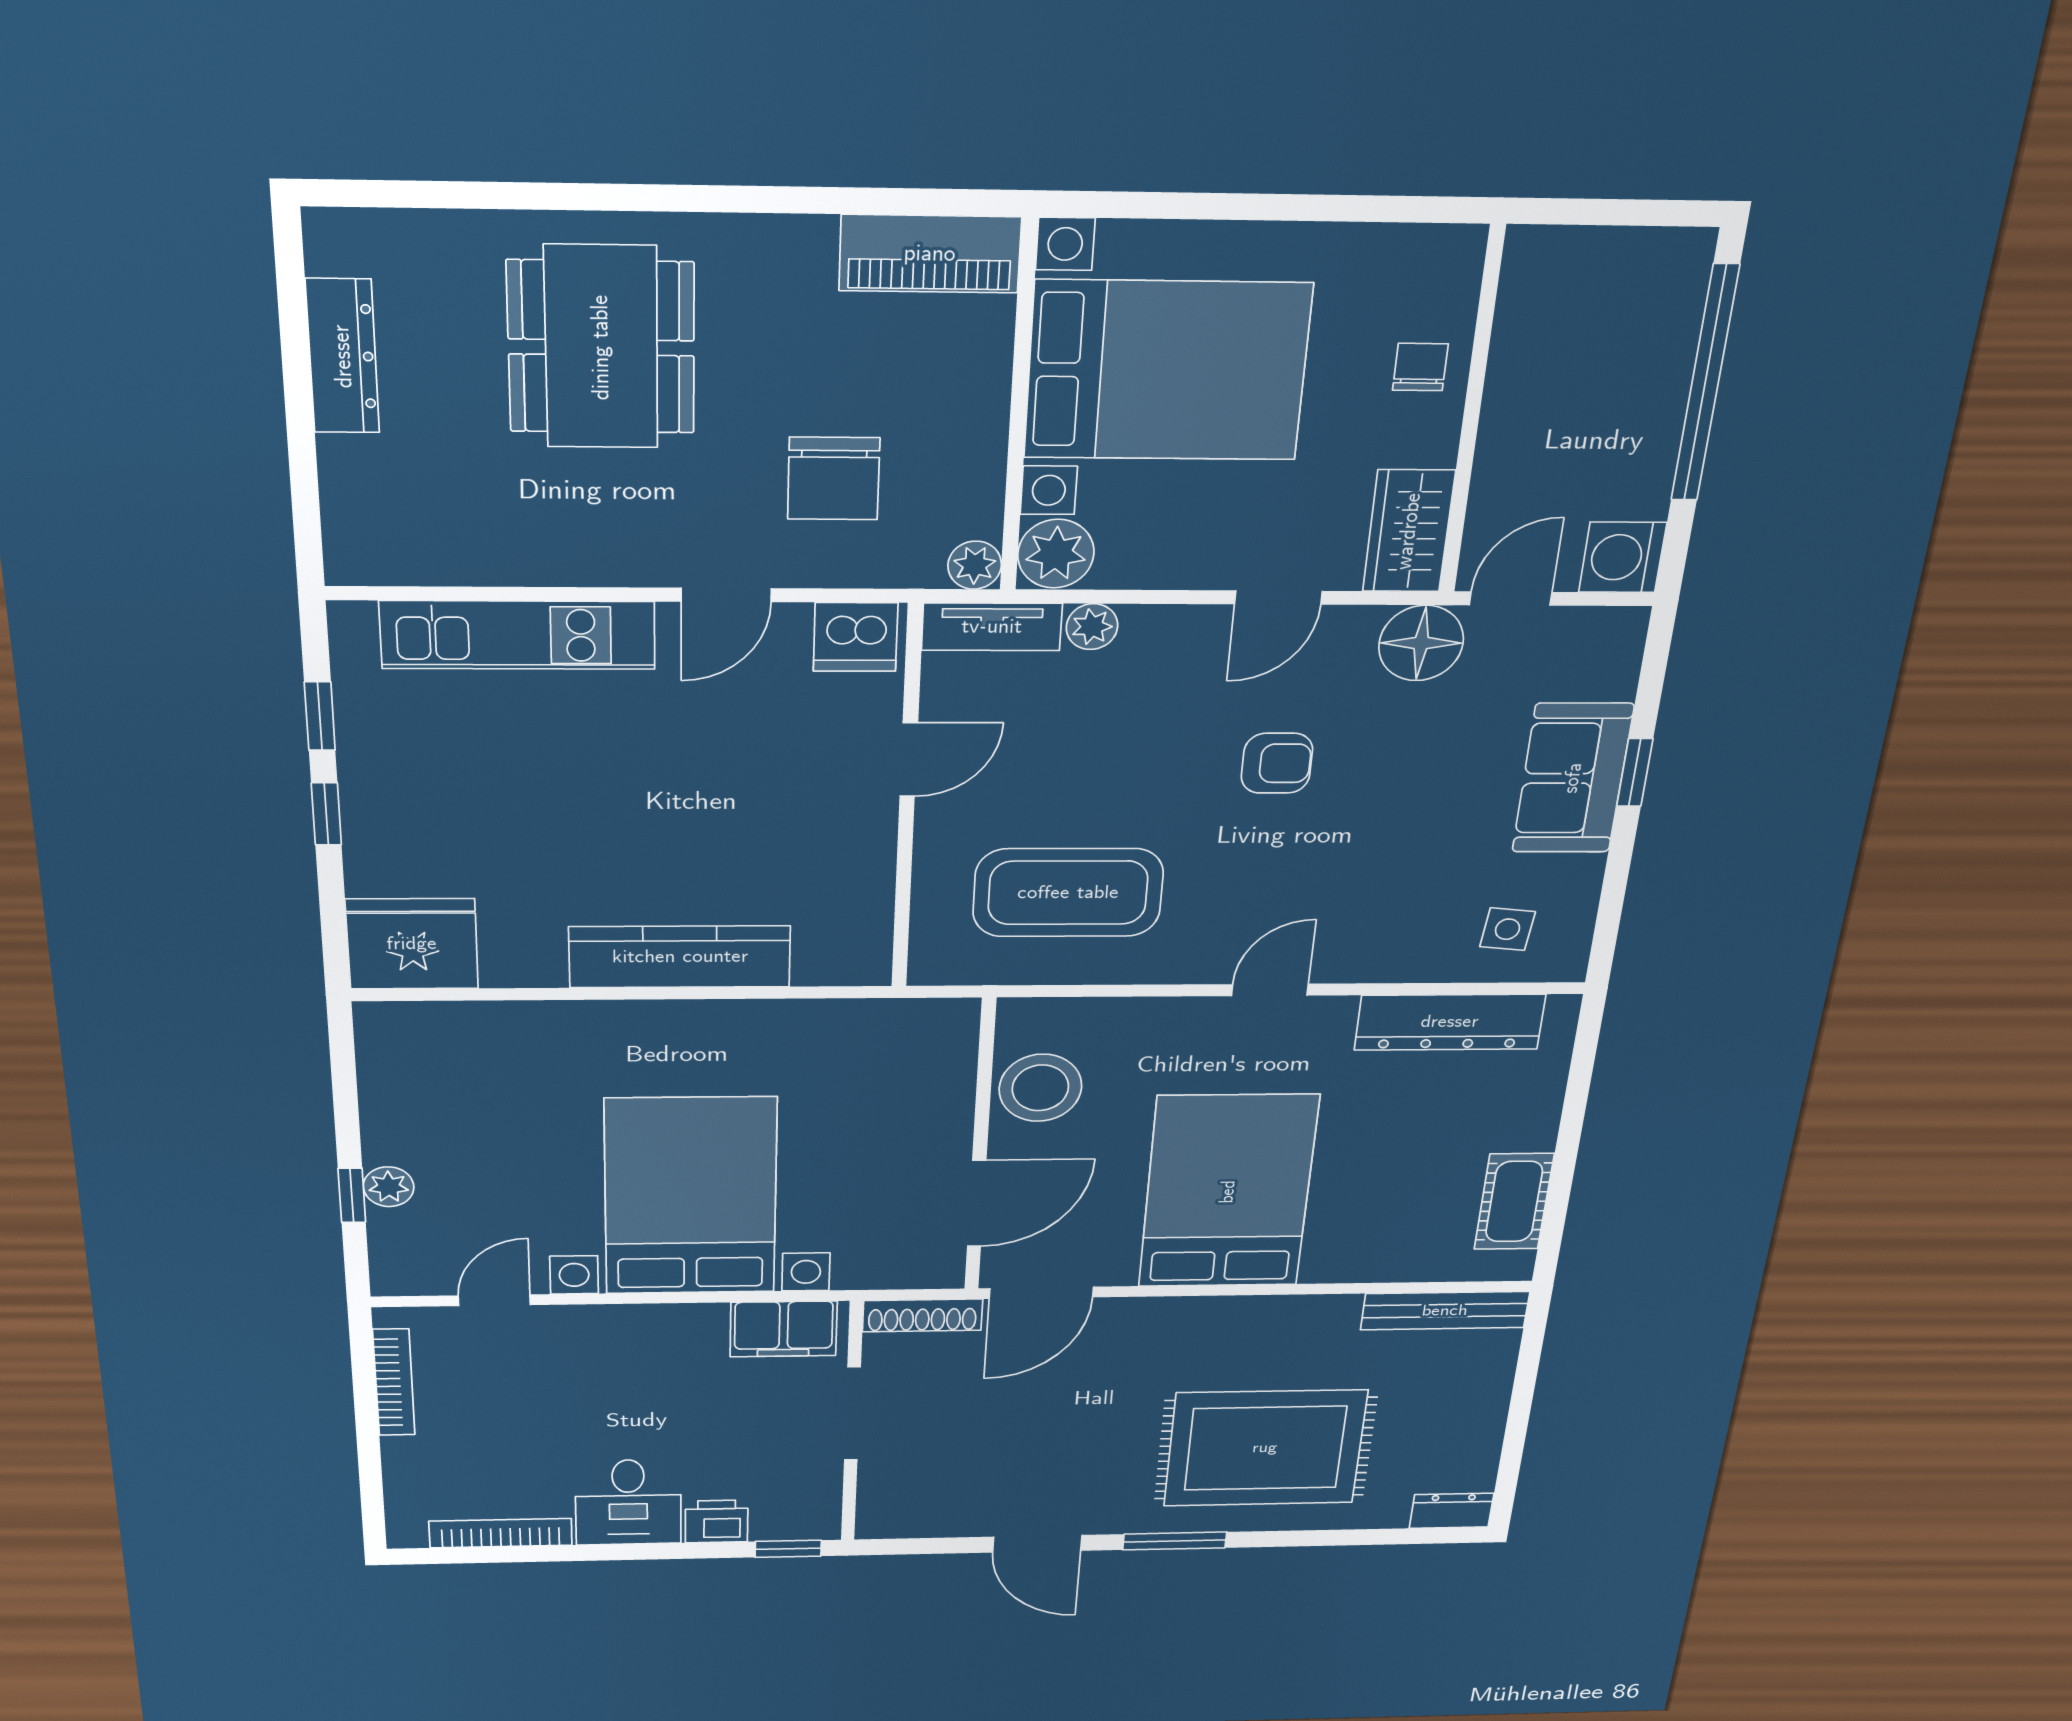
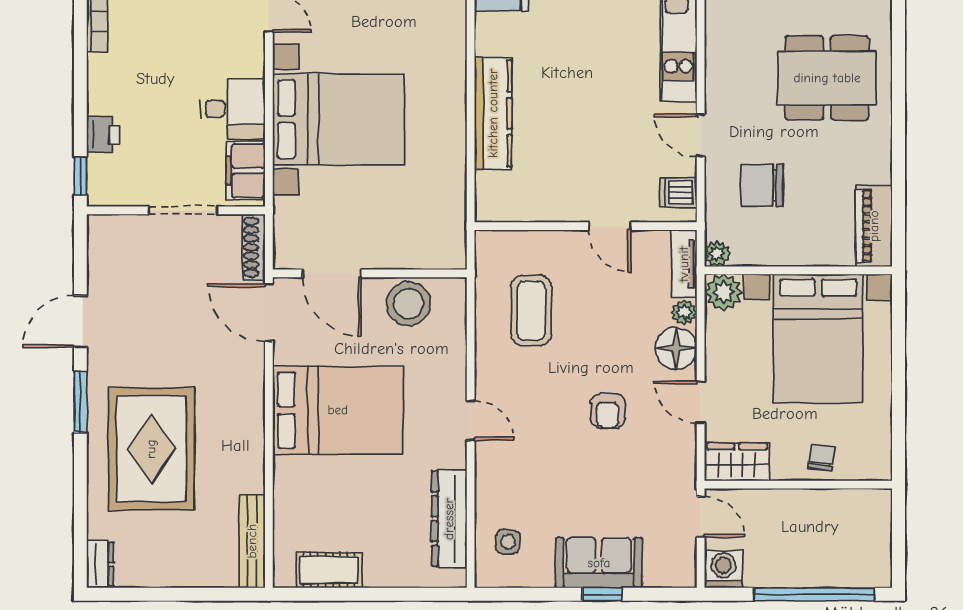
chair: (1420, 367) -> (822, 457), turned -82
dishwasher: (856, 637) -> (678, 192), width x0.73
floor lamp: (1421, 643) -> (676, 348), moved
coffee table: (1068, 893) -> (531, 310), width x0.73, depth x0.76
desk: (628, 1502) -> (233, 109), moved, turned 180

